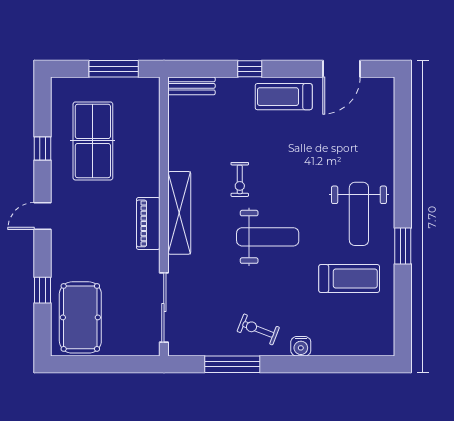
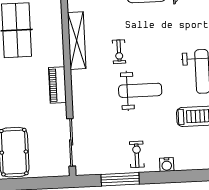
shelving: (179, 213) -> (77, 41), moved
exercise bike: (258, 329) -> (137, 154), turned 69

